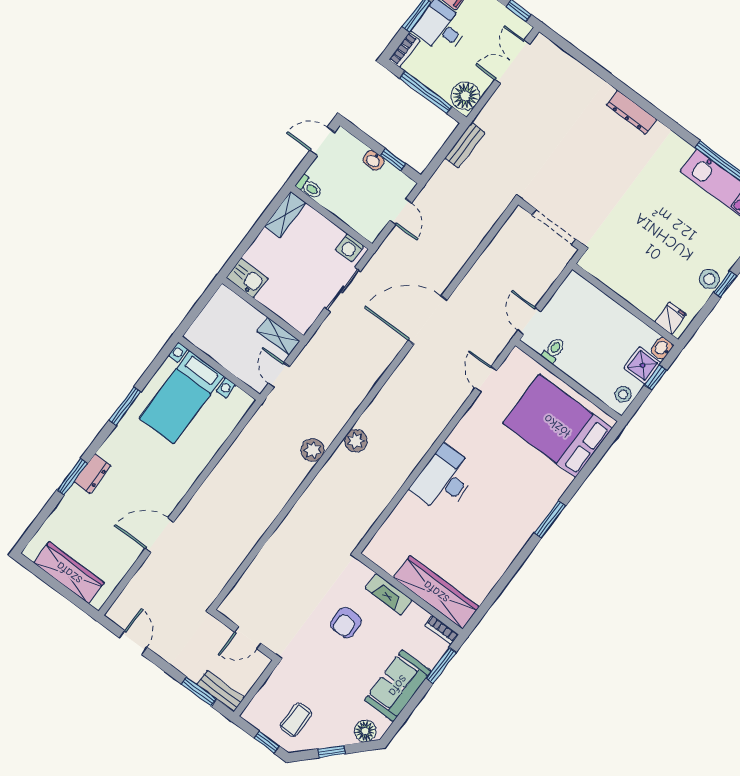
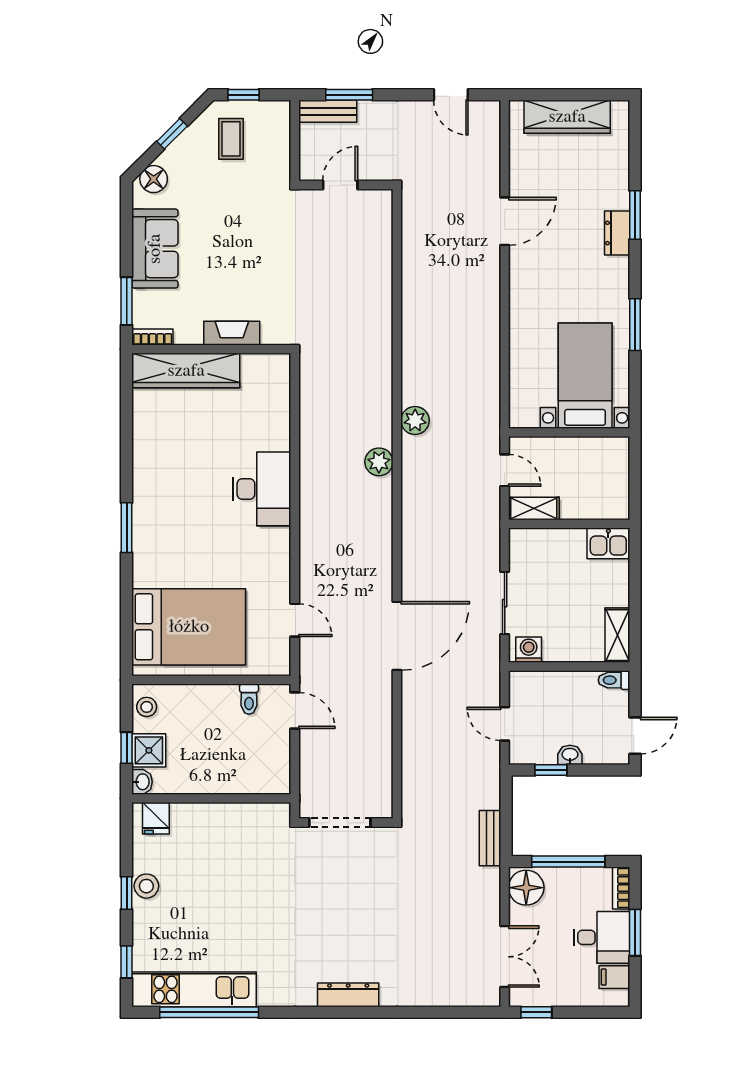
armchair: (346, 623) -> (253, 273), removed

